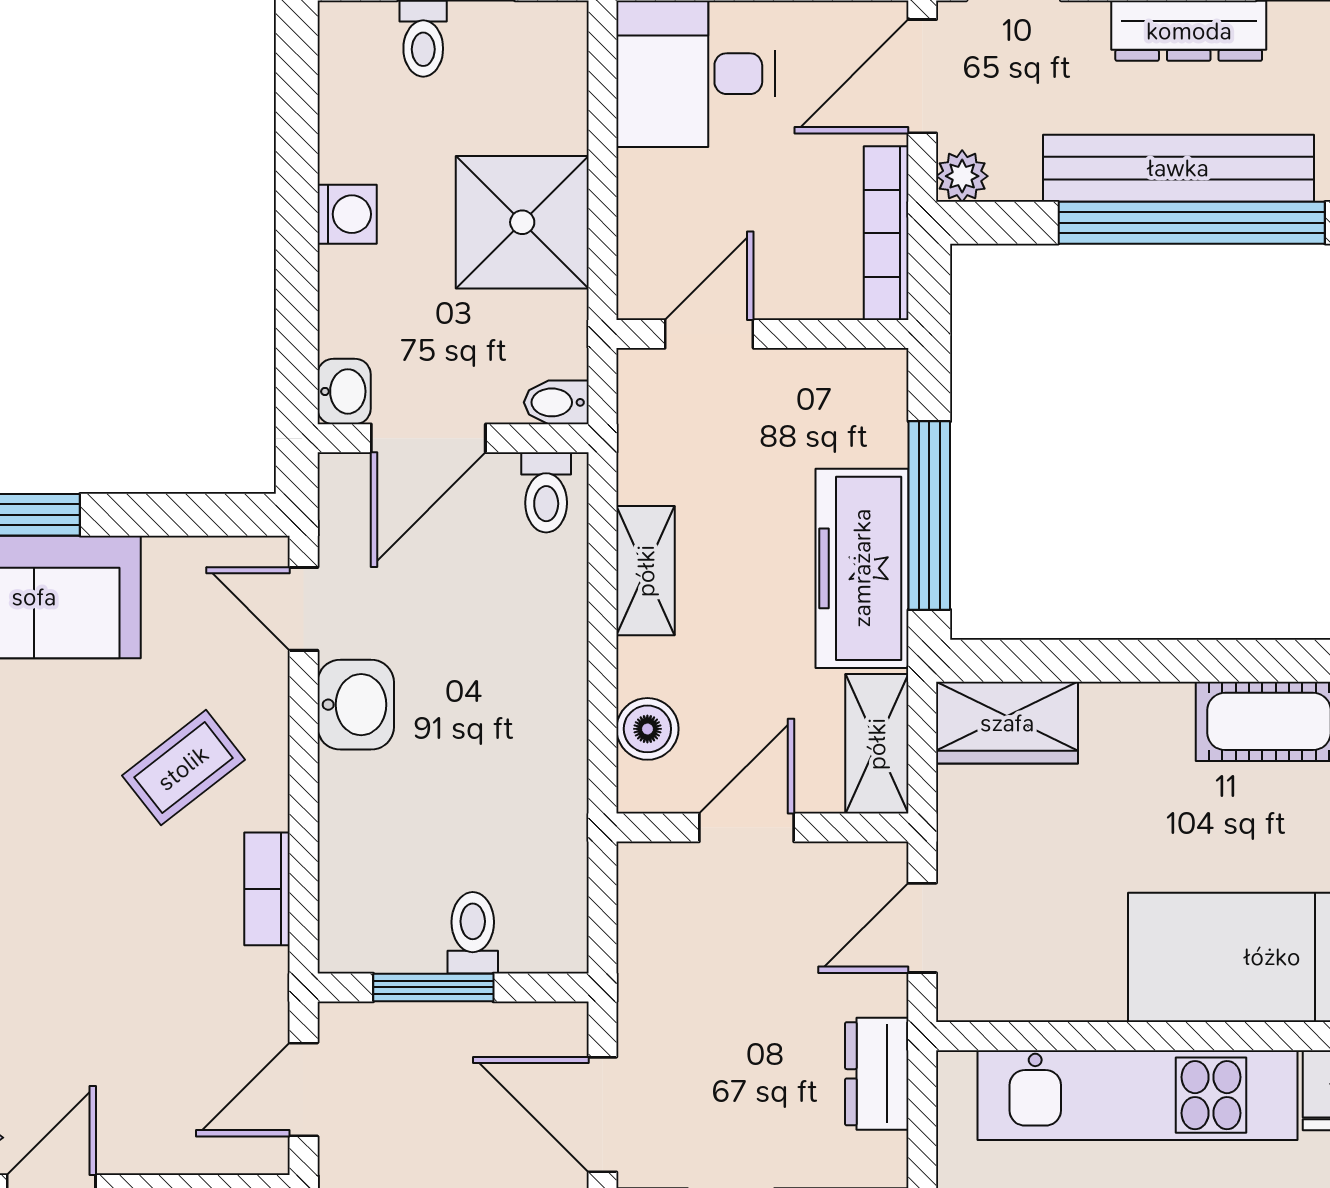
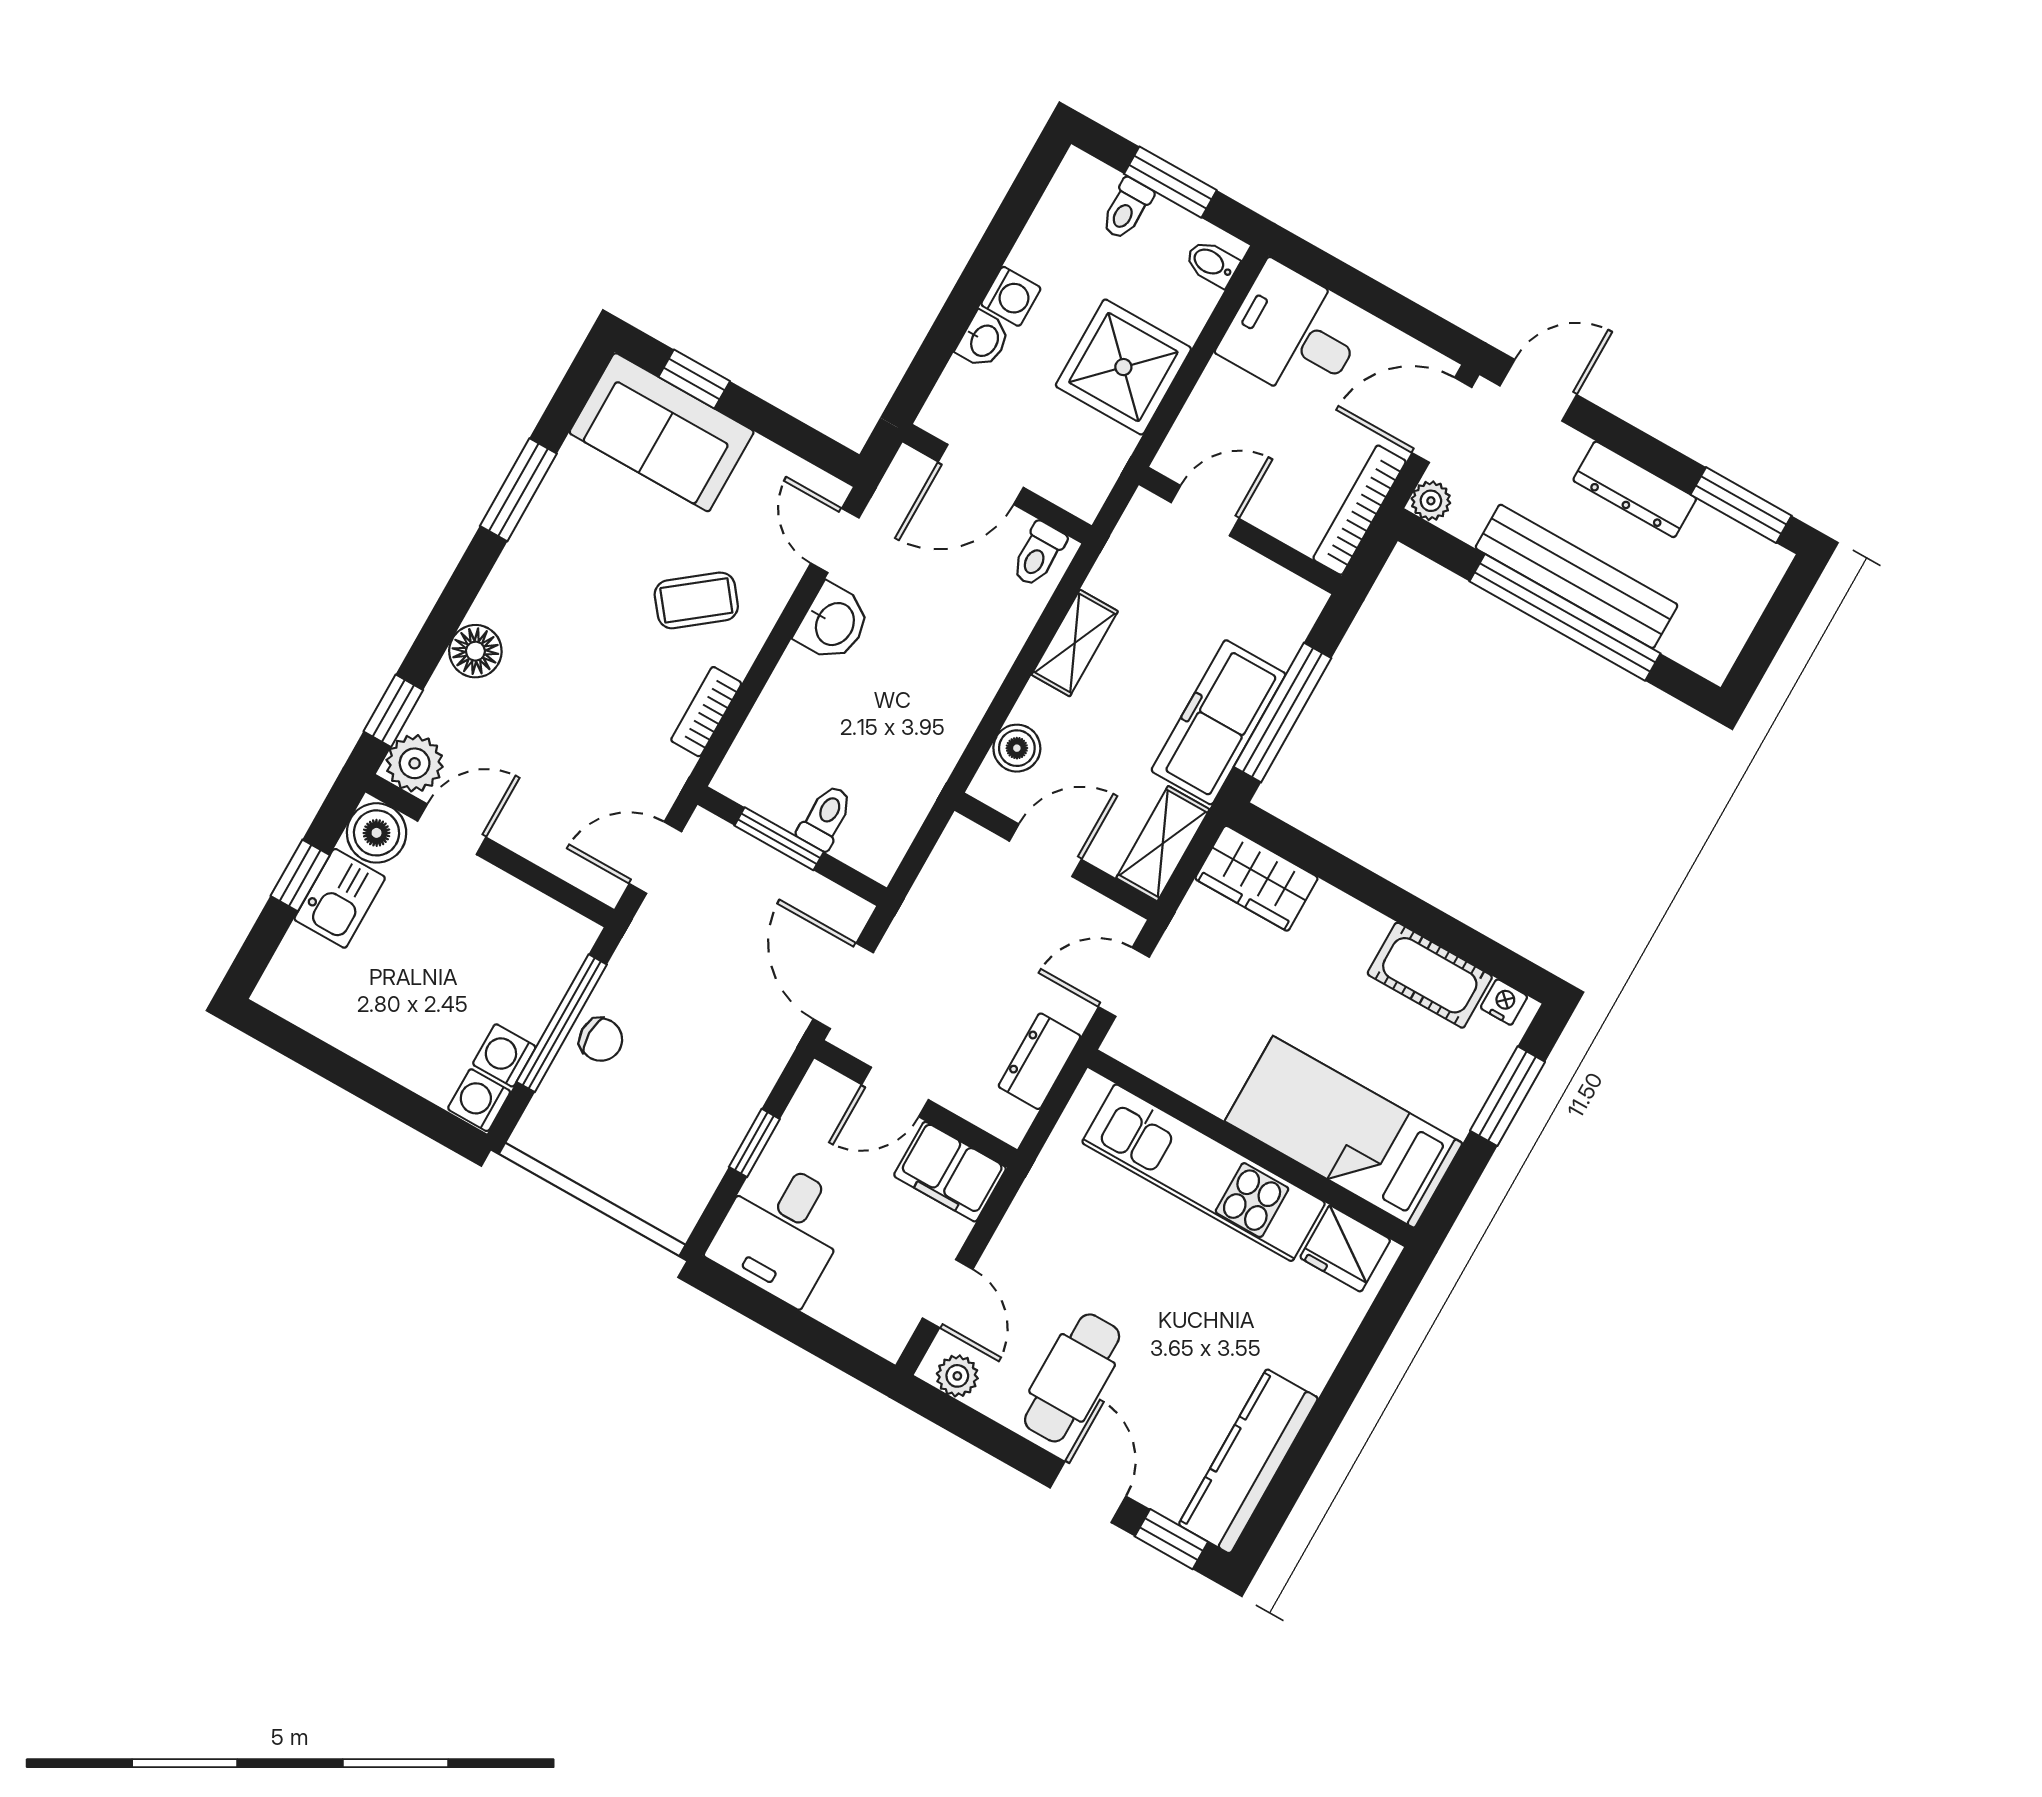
washbasin: (344, 391) -> (983, 340), moved
bidet: (556, 402) -> (1212, 263), moved

